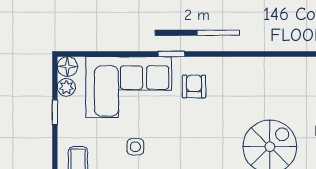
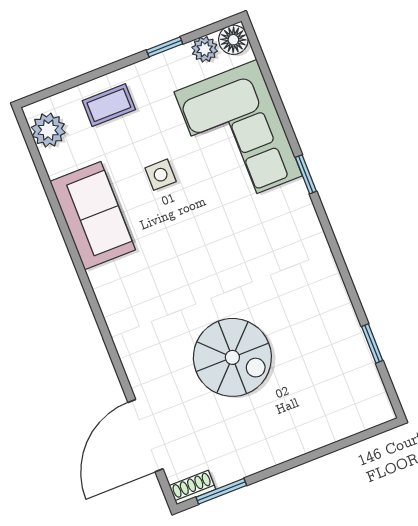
window: (296, 54) -> (372, 344), added
armchair: (194, 86) -> (274, 222), removed

